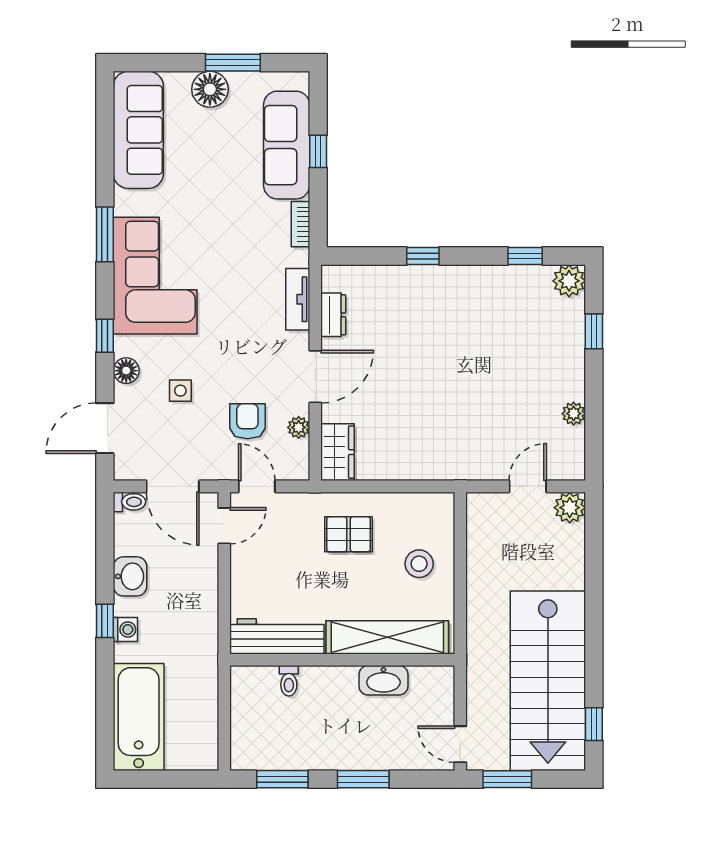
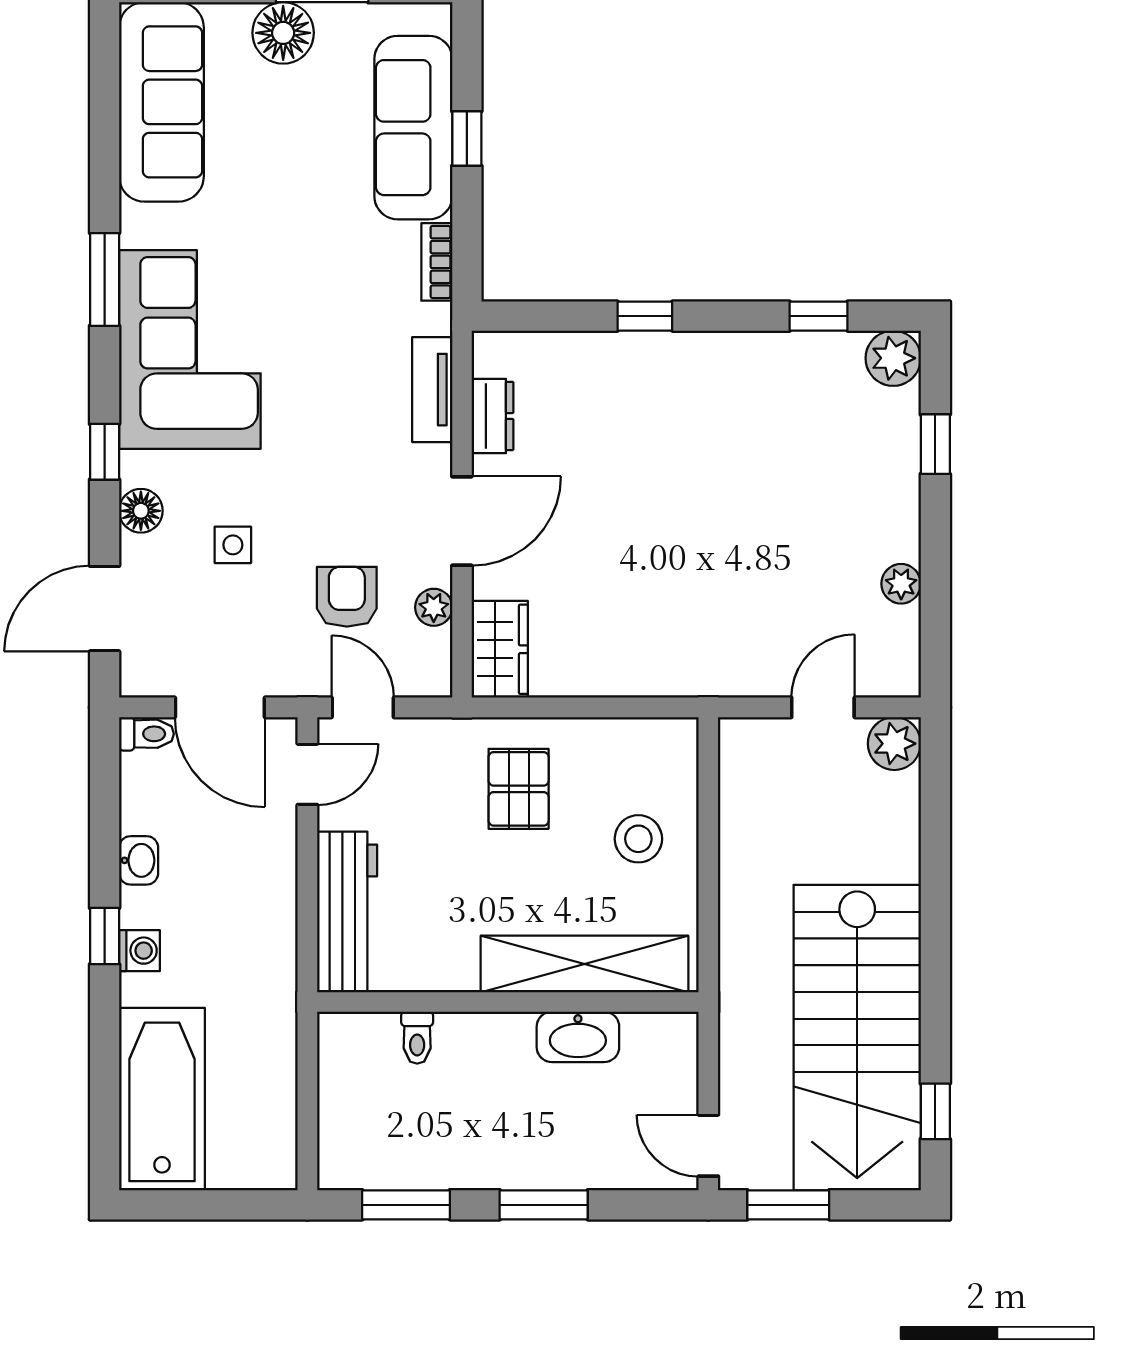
pallet: (349, 534) -> (519, 789), turned 90
washbasin: (130, 576) -> (139, 860), width x0.72, depth x0.69
workbench: (277, 636) -> (347, 912), moved, turned 90

